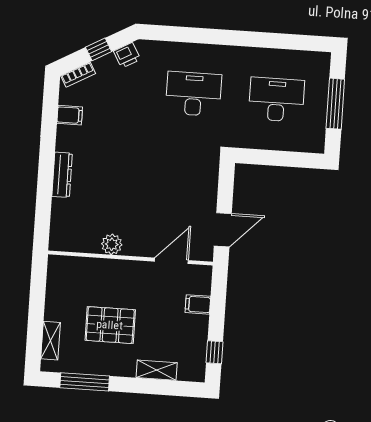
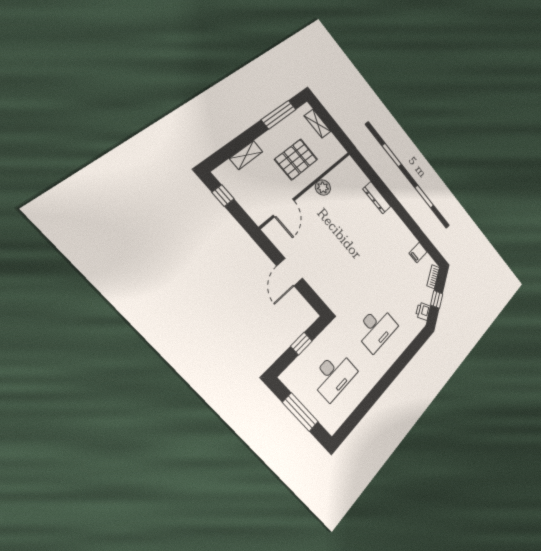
window: (276, 158) -> (301, 344), added
dresser: (62, 175) -> (377, 198), moved
plant: (112, 244) -> (323, 188), moved
wall: (130, 258) -> (306, 189), moved
door: (171, 261) -> (284, 208), moved
filing cabinet: (198, 304) -> (261, 215), removed

